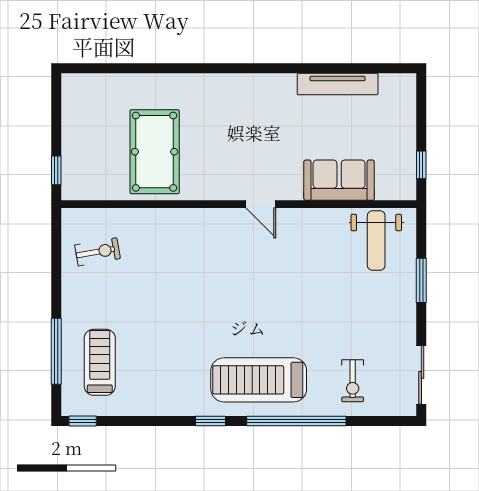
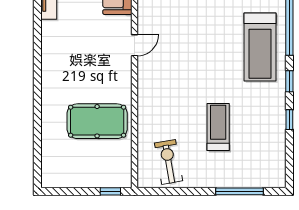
exercise bike: (97, 252) -> (169, 162), width x1.38, depth x1.39
treadmill: (100, 362) -> (218, 127), moved, turned 90
window: (83, 421) -> (289, 120), moved

